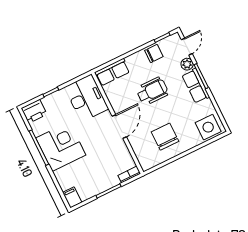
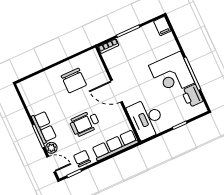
door: (187, 47) -> (51, 164), swing flipped
chair: (154, 54) -> (82, 159), turned 90
row of seats: (112, 72) -> (115, 145), width x1.48
printer: (34, 111) -> (192, 96), moved, turned -90
door: (119, 127) -> (116, 91), hinge flipped
side table: (208, 127) -> (33, 88), removed

